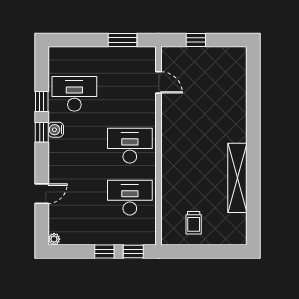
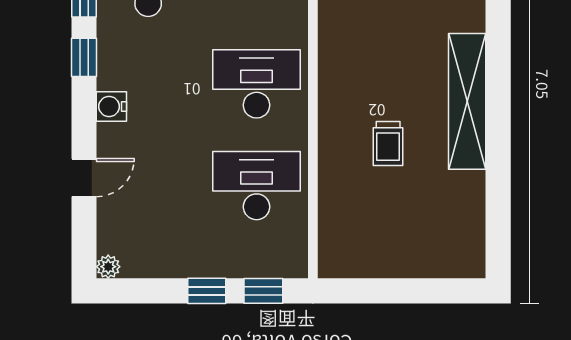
water cooler: (56, 130) -> (111, 106), moved
shelving: (237, 178) -> (467, 101), moved
trolley: (194, 223) -> (388, 144), moved

